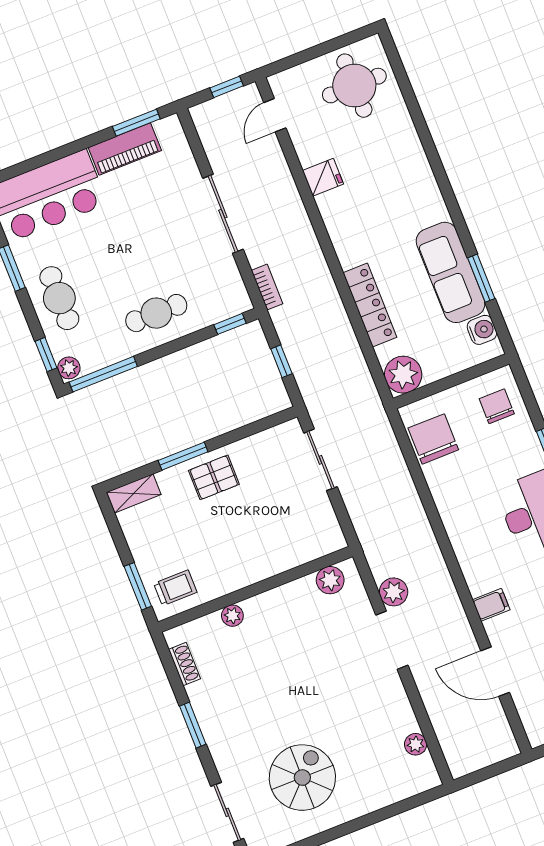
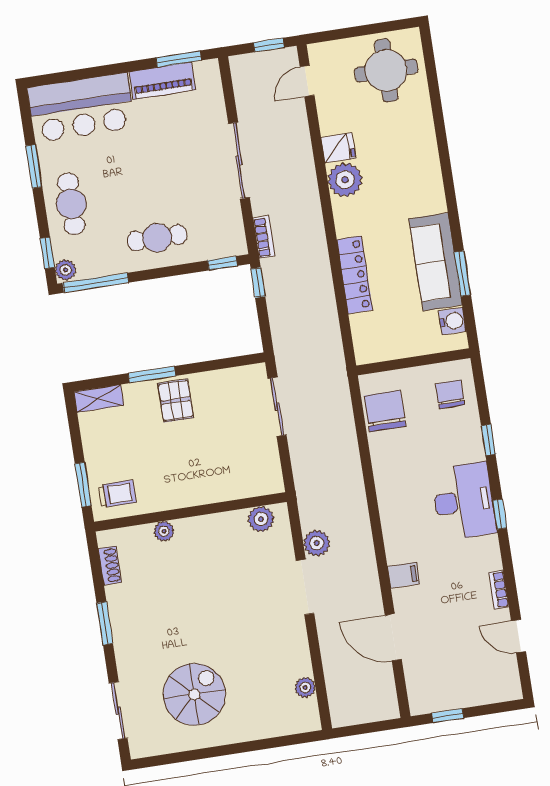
window: (281, 361) -> (258, 283), moved
plant: (403, 375) -> (345, 180), moved
pallet: (214, 477) -> (176, 401), turned 90

